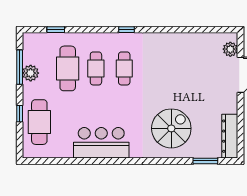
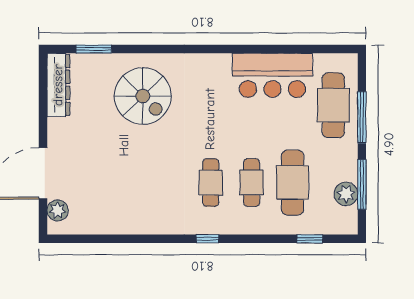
plant: (31, 73) -> (346, 194), moved
window: (20, 114) -> (362, 117), width x2.17
spiral stairs: (171, 128) -> (143, 96), turned -90
bar counter: (101, 143) -> (272, 75), moved

